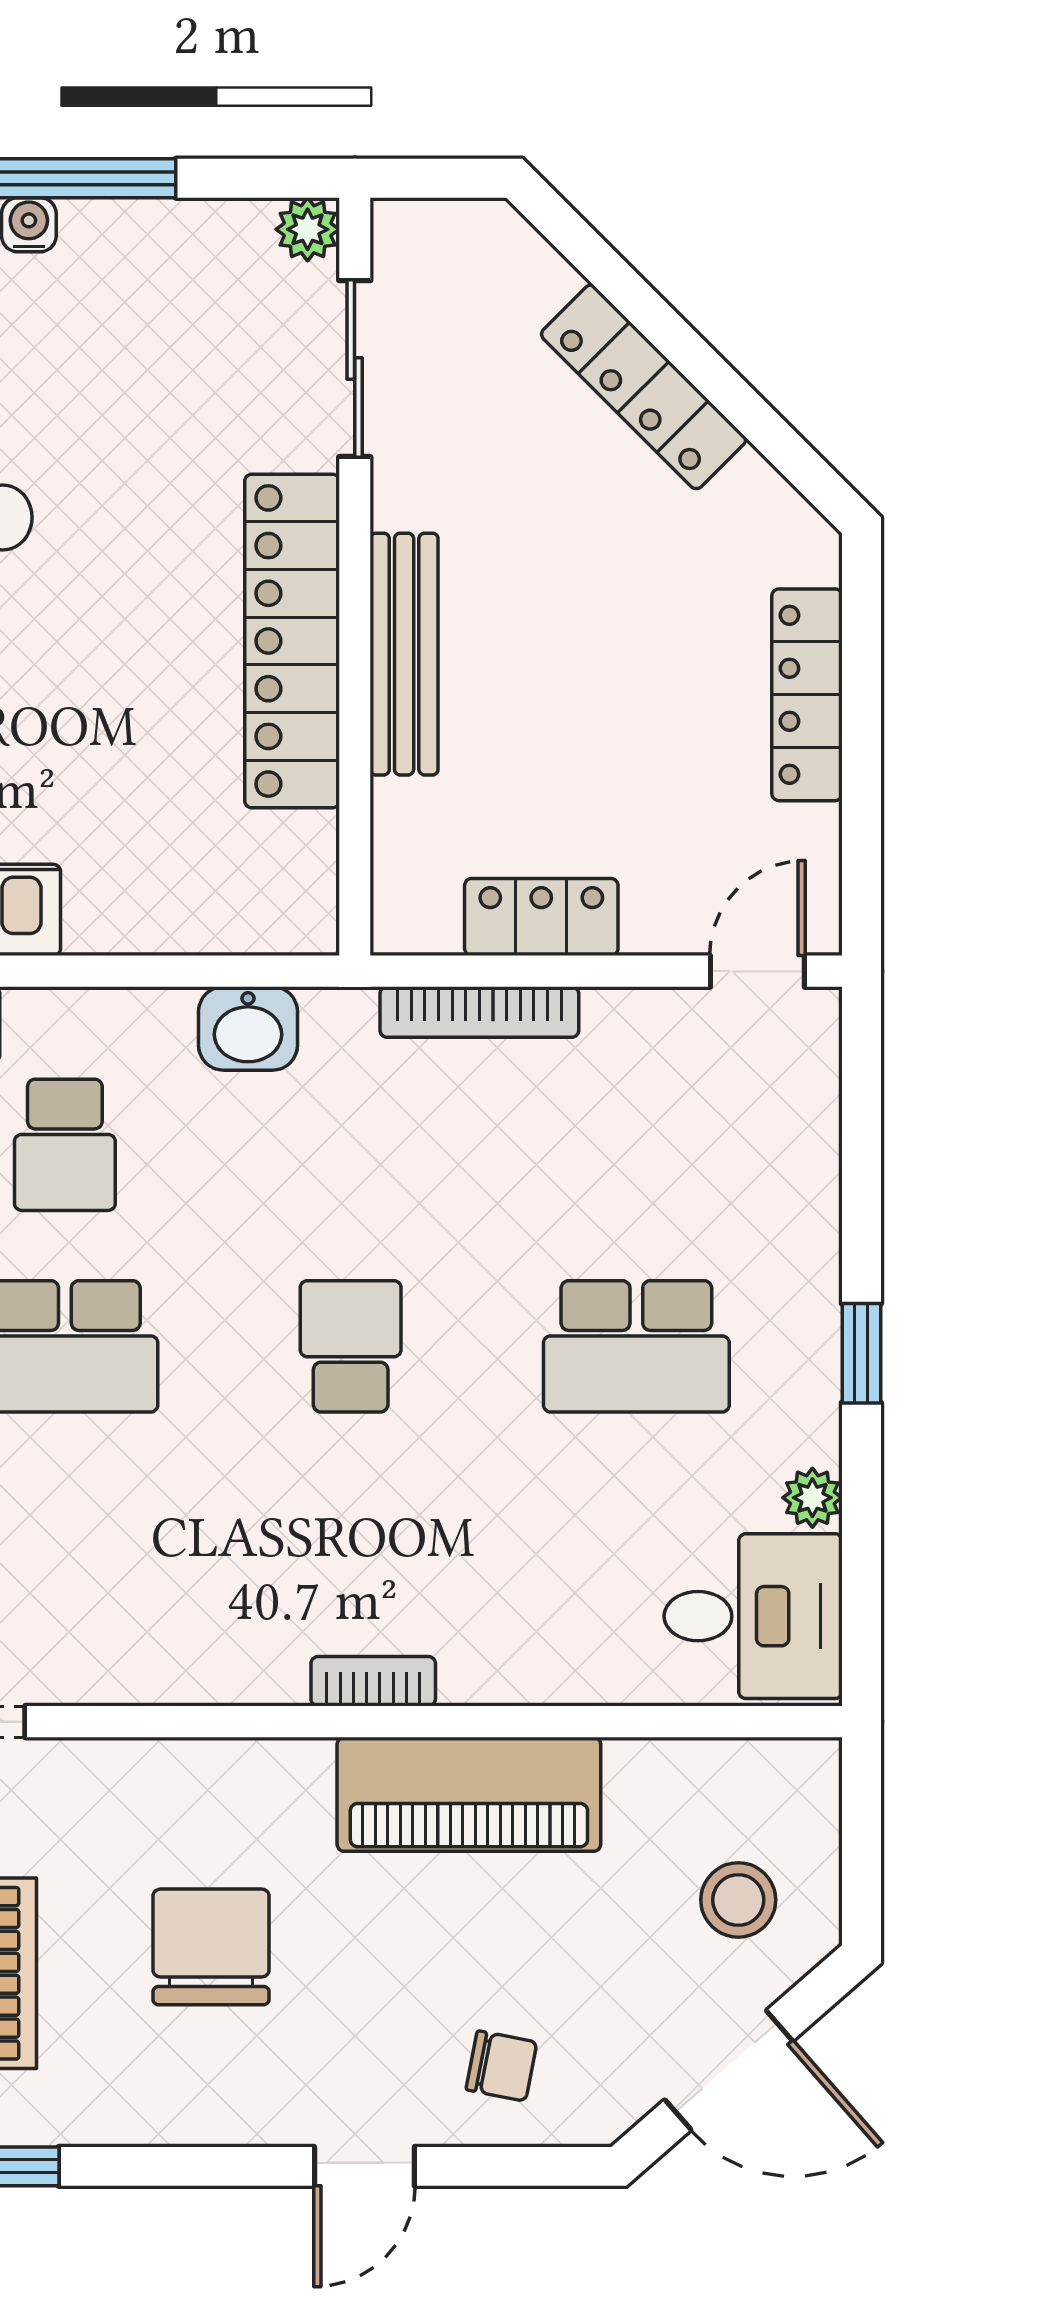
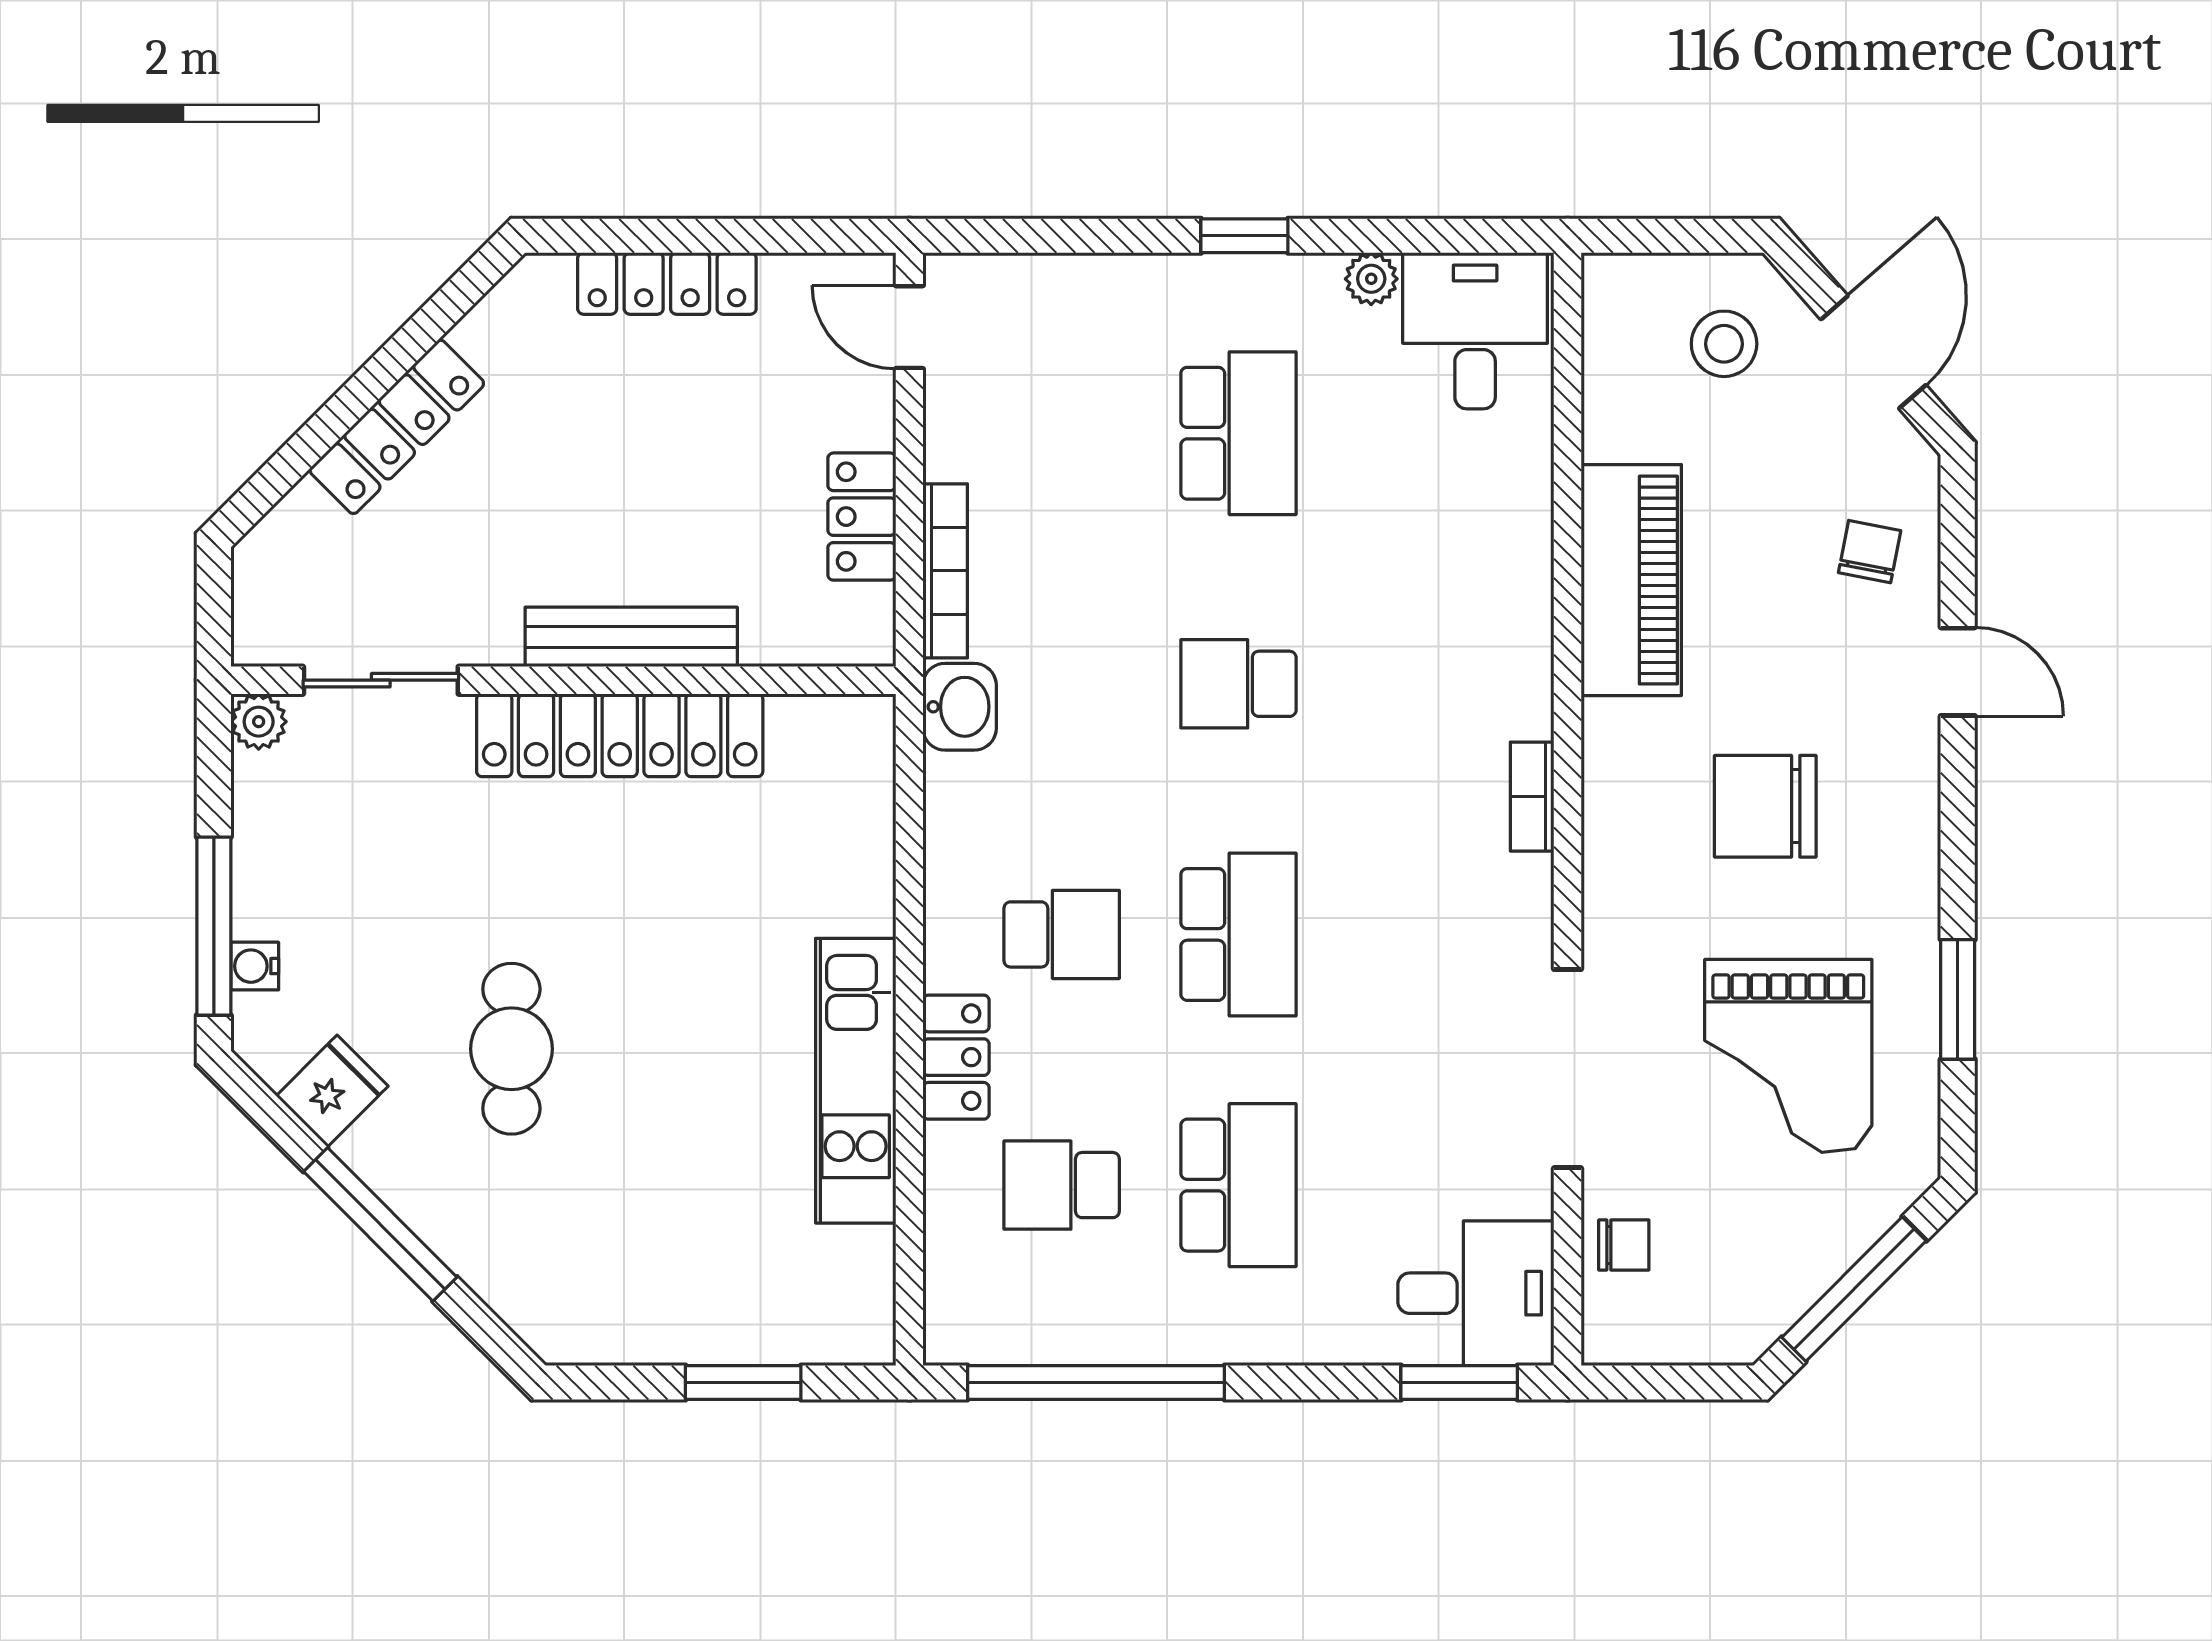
washbasin: (248, 1028) -> (960, 707), moved
bookcase: (373, 1681) -> (1532, 797), moved

